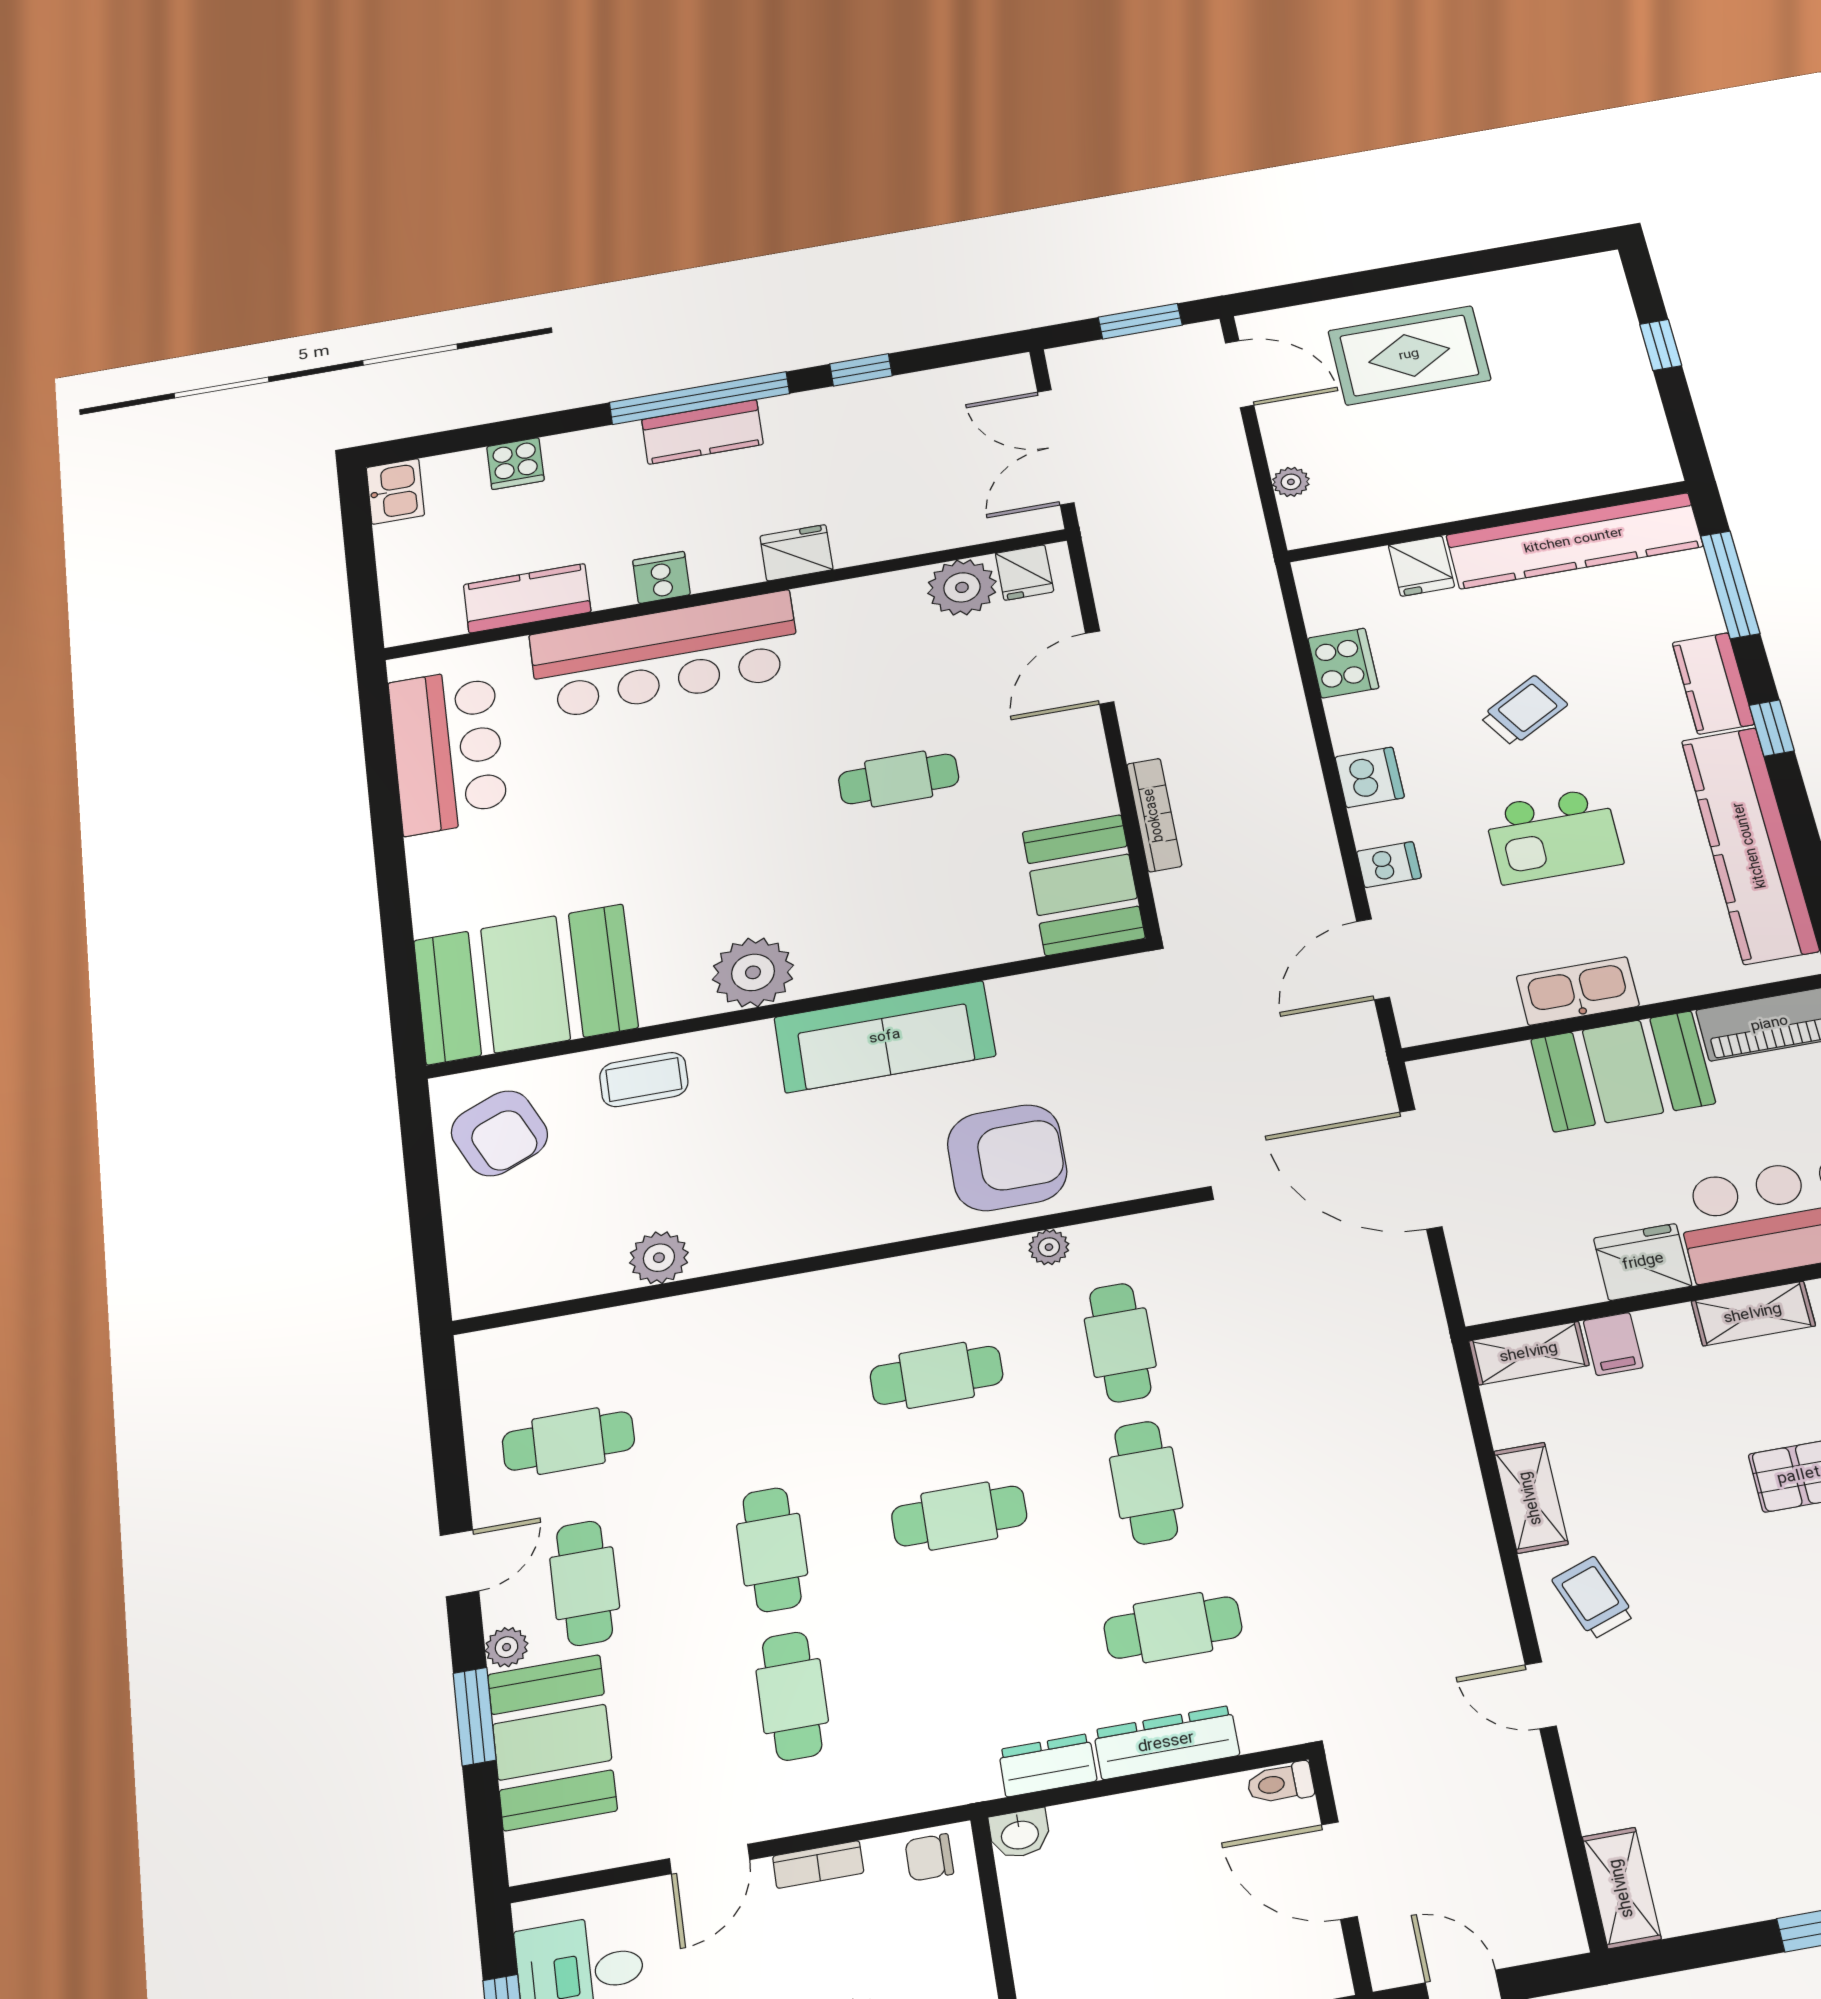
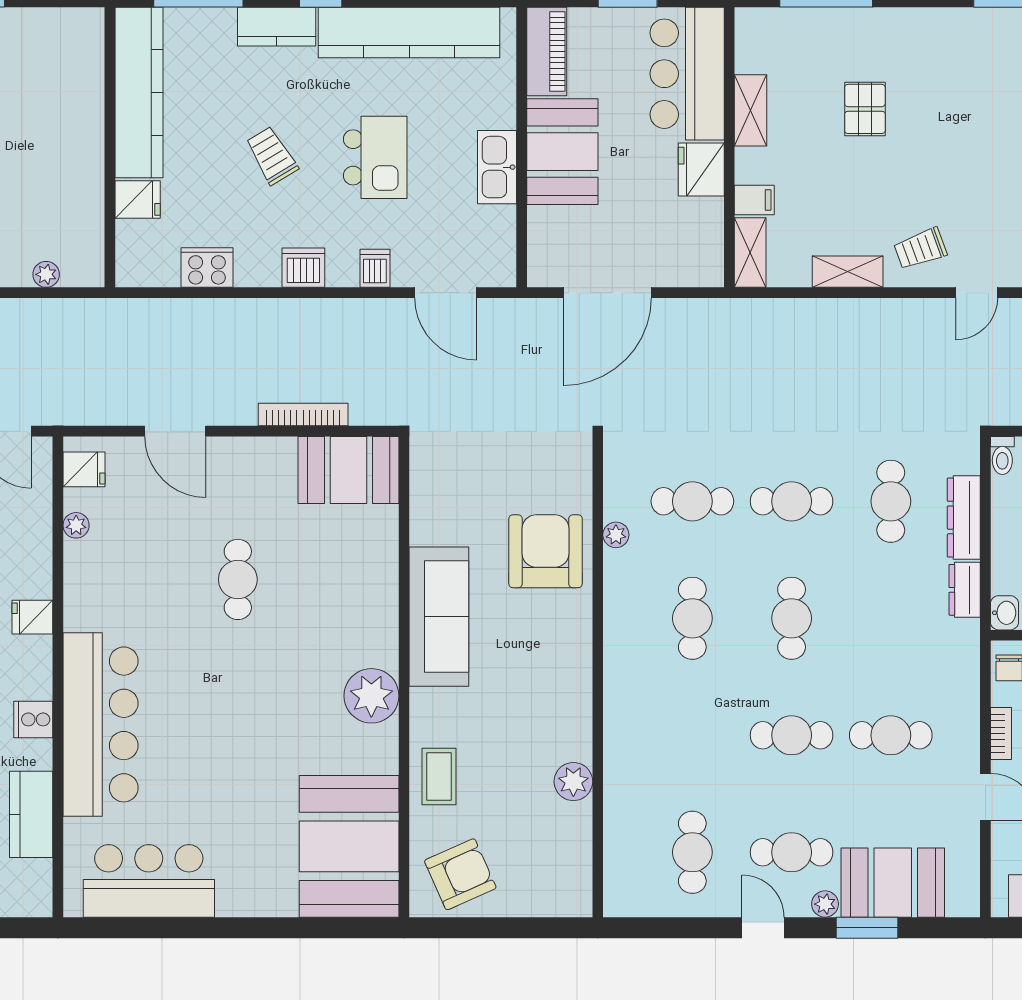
fridge: (796, 553) -> (32, 617), width x0.72
plant: (962, 587) -> (76, 525), width x0.53, depth x0.53

